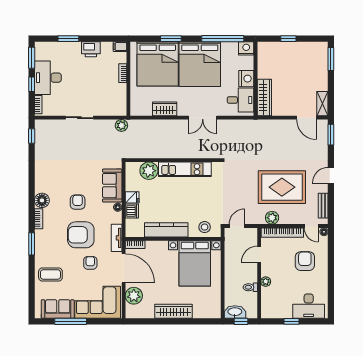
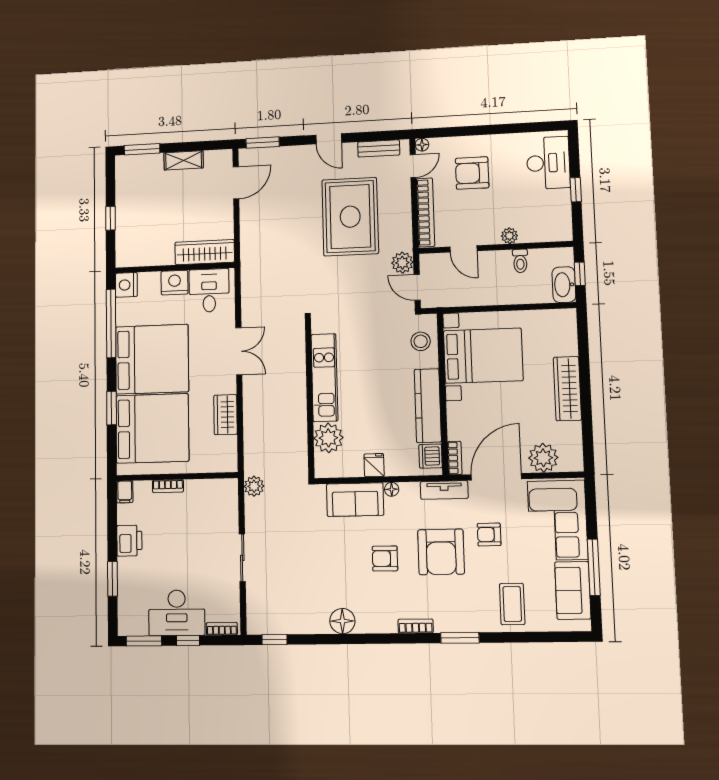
shelving: (322, 104) -> (184, 160), moved
floor lamp: (42, 200) -> (342, 621), moved
dishwasher: (132, 211) -> (431, 456), moved, turned -90
plant: (272, 218) -> (402, 263), moved

